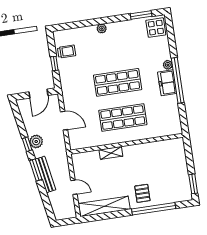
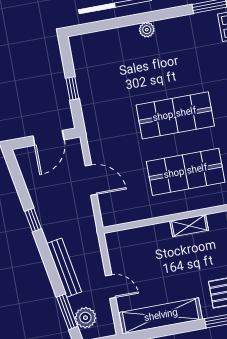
trolley: (67, 52) -> (92, 69), removed
plant: (36, 141) -> (85, 318), moved
shelving: (111, 153) -> (189, 226), moved
window: (36, 170) -> (67, 312), moved

